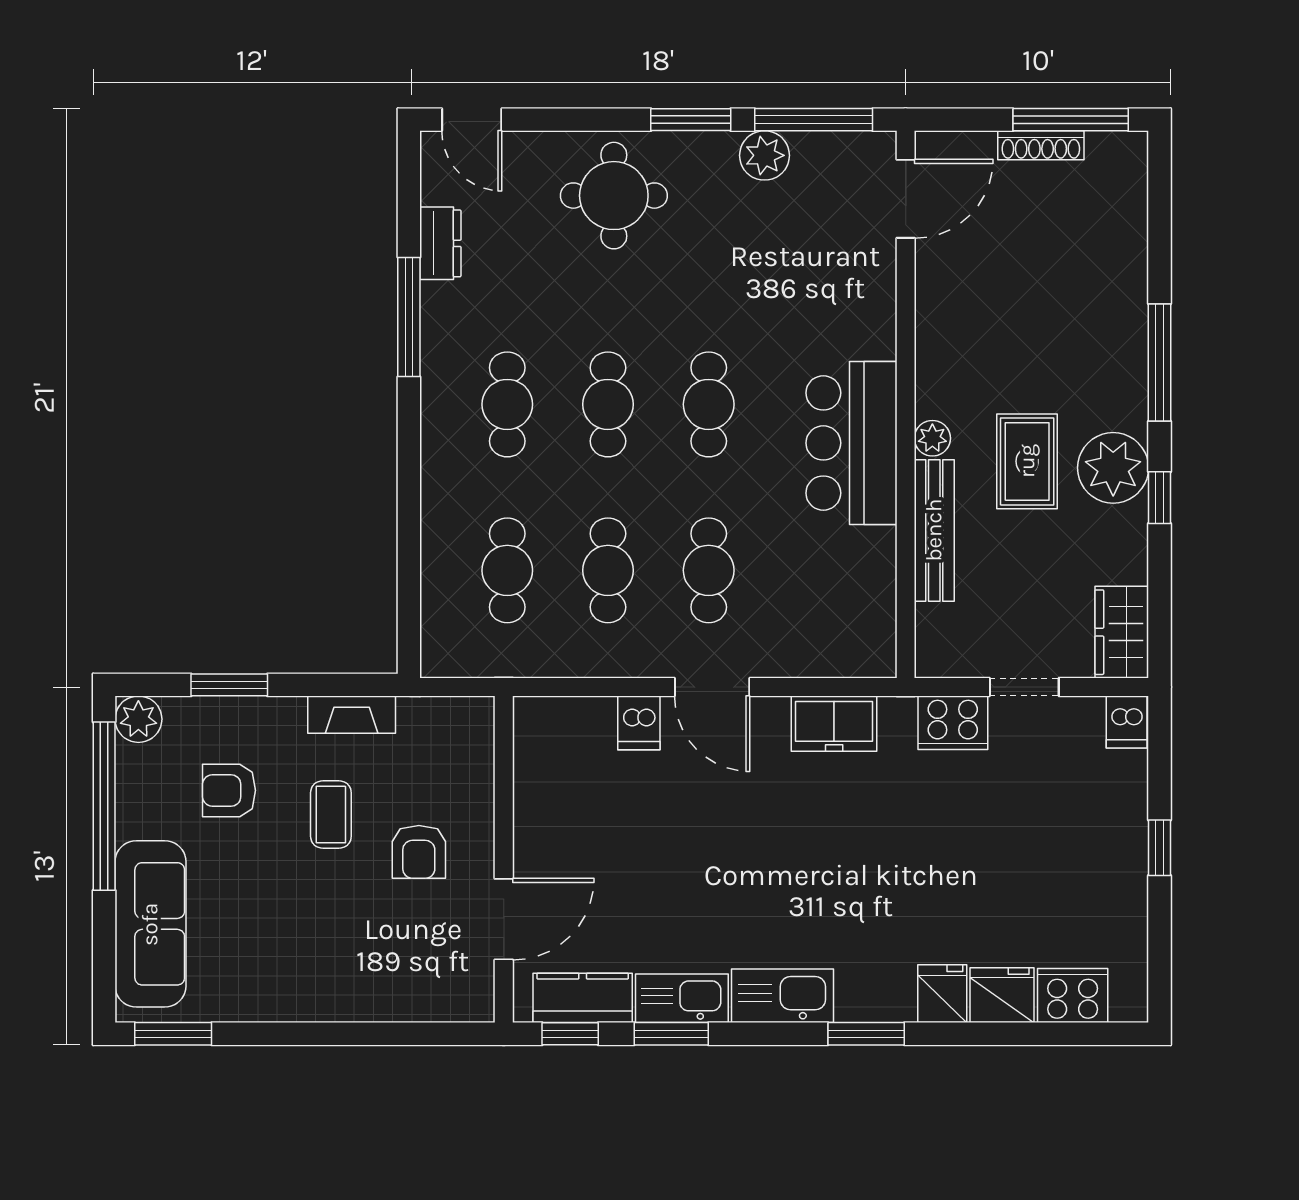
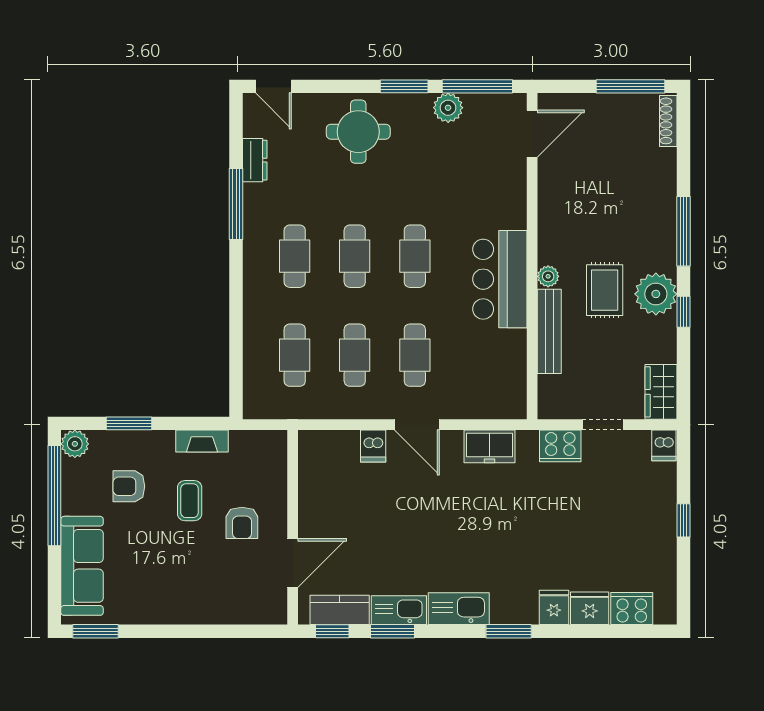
shoe rack: (1041, 145) -> (668, 121), moved, turned 90

